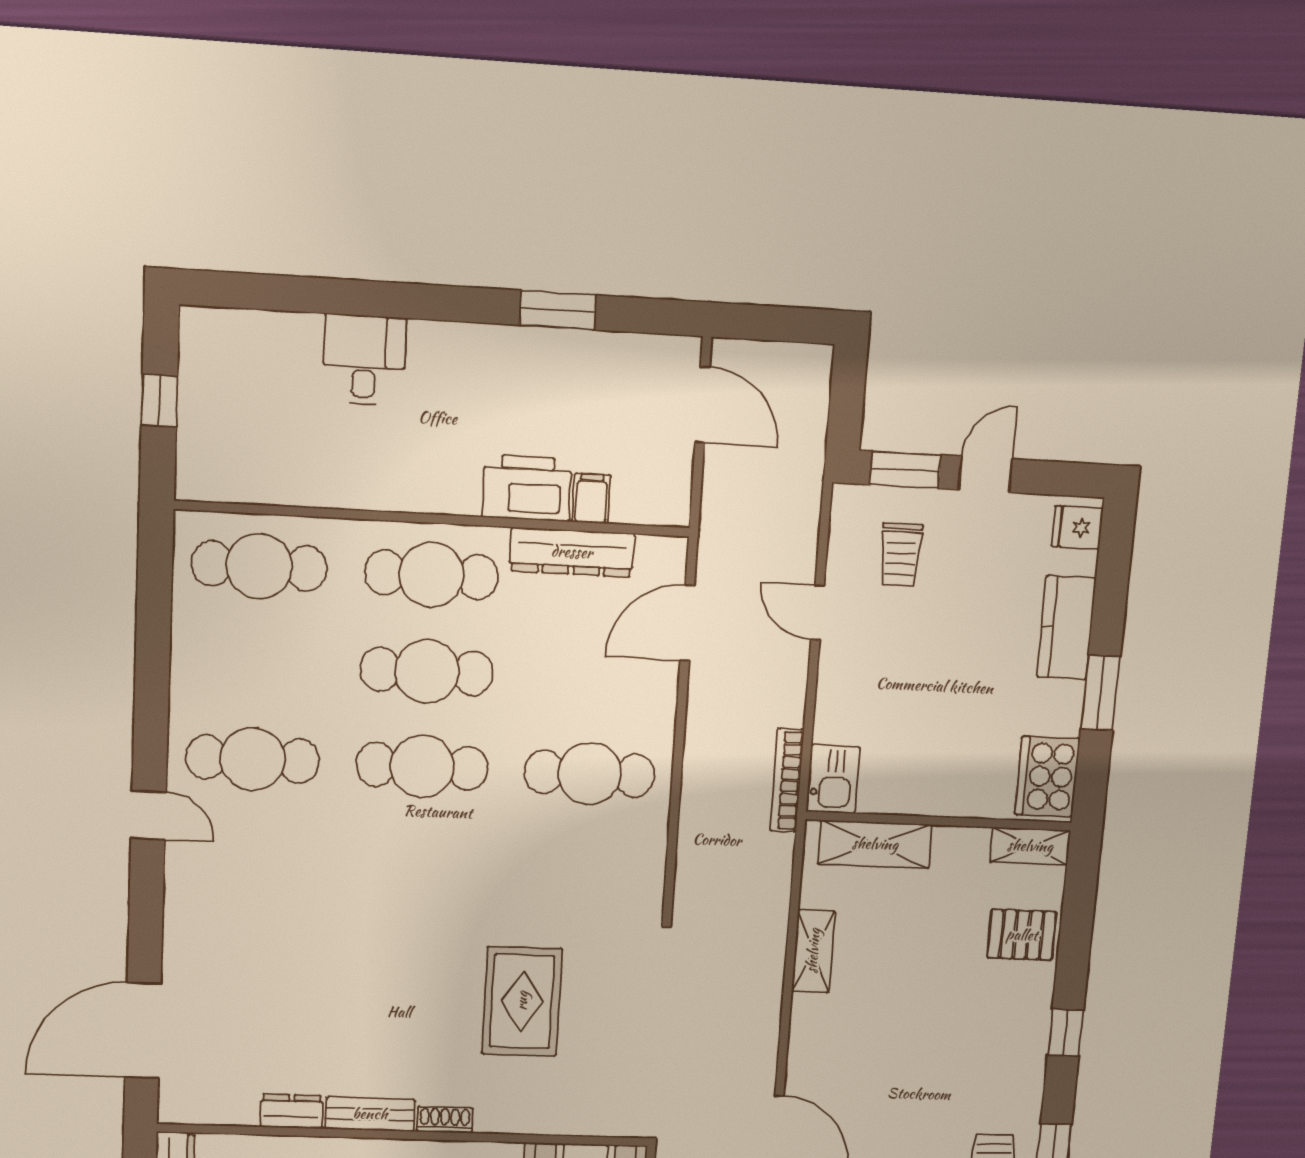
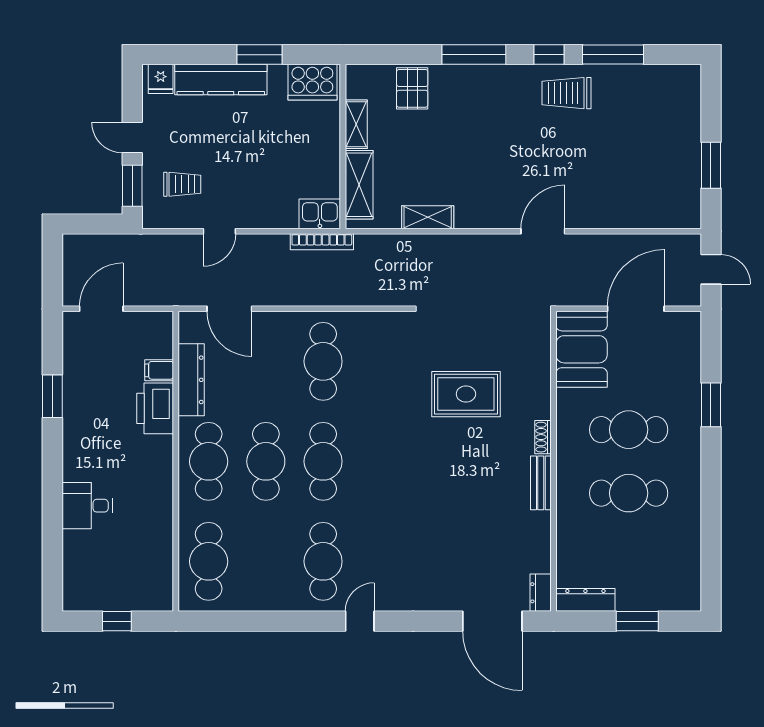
kitchen counter: (1066, 627) -> (221, 80), width x1.50
shelving: (1030, 846) -> (356, 124), moved
window: (1066, 1032) -> (474, 55), width x2.17
dresser: (291, 1111) -> (541, 593), moved

